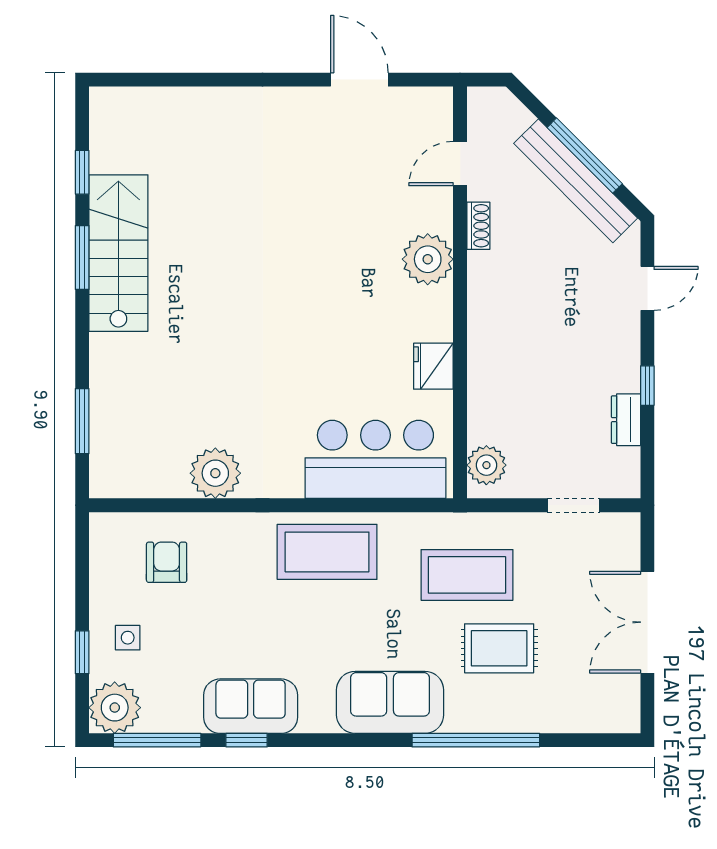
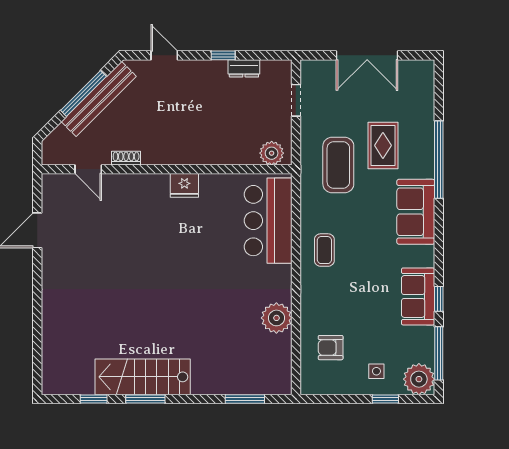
plant: (428, 259) -> (146, 189), removed
fridge: (433, 366) -> (184, 185), moved
coffee table: (327, 552) -> (324, 250), width x0.54, depth x0.58

